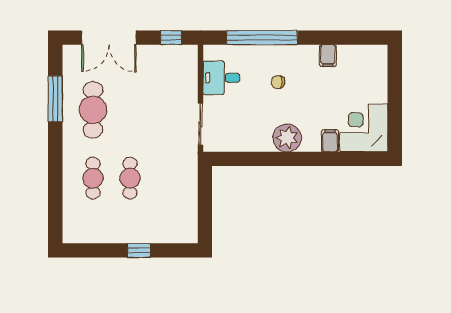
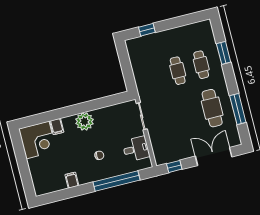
window: (55, 187) -> (224, 53), added
window: (139, 250) -> (147, 30), moved

